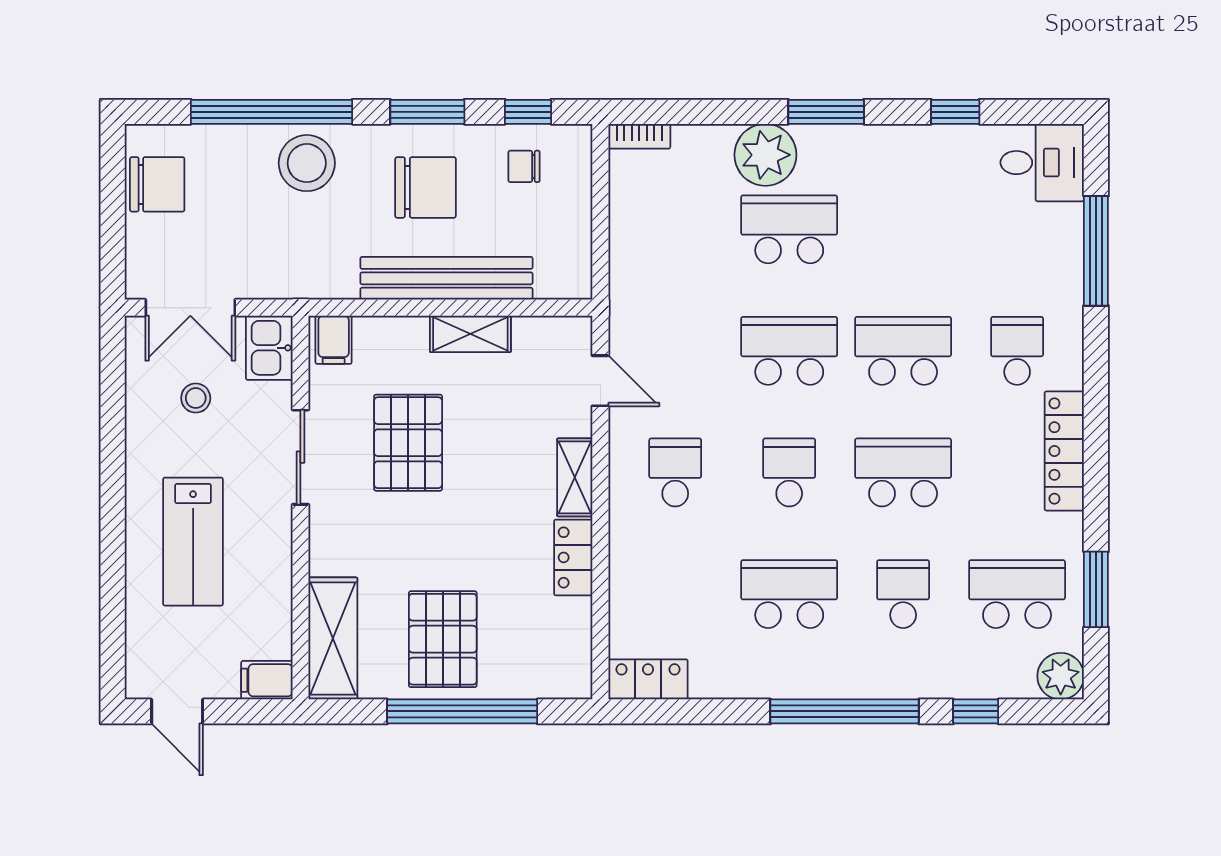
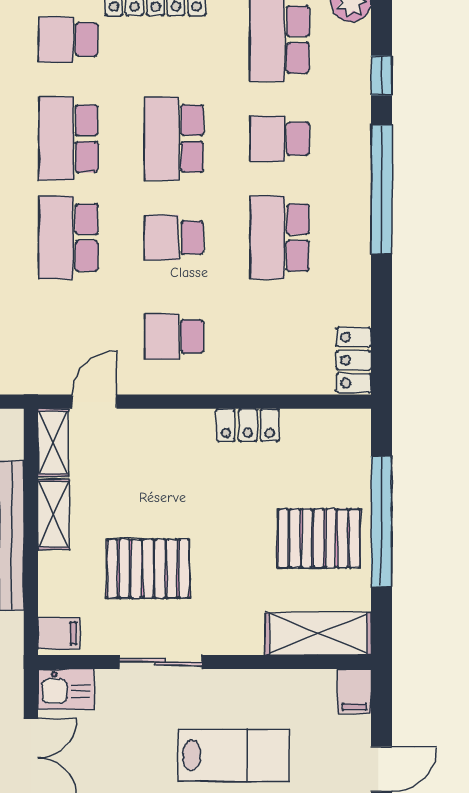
stool: (196, 398) -> (109, 753), removed
shelving: (575, 477) -> (53, 442), moved, turned 90

